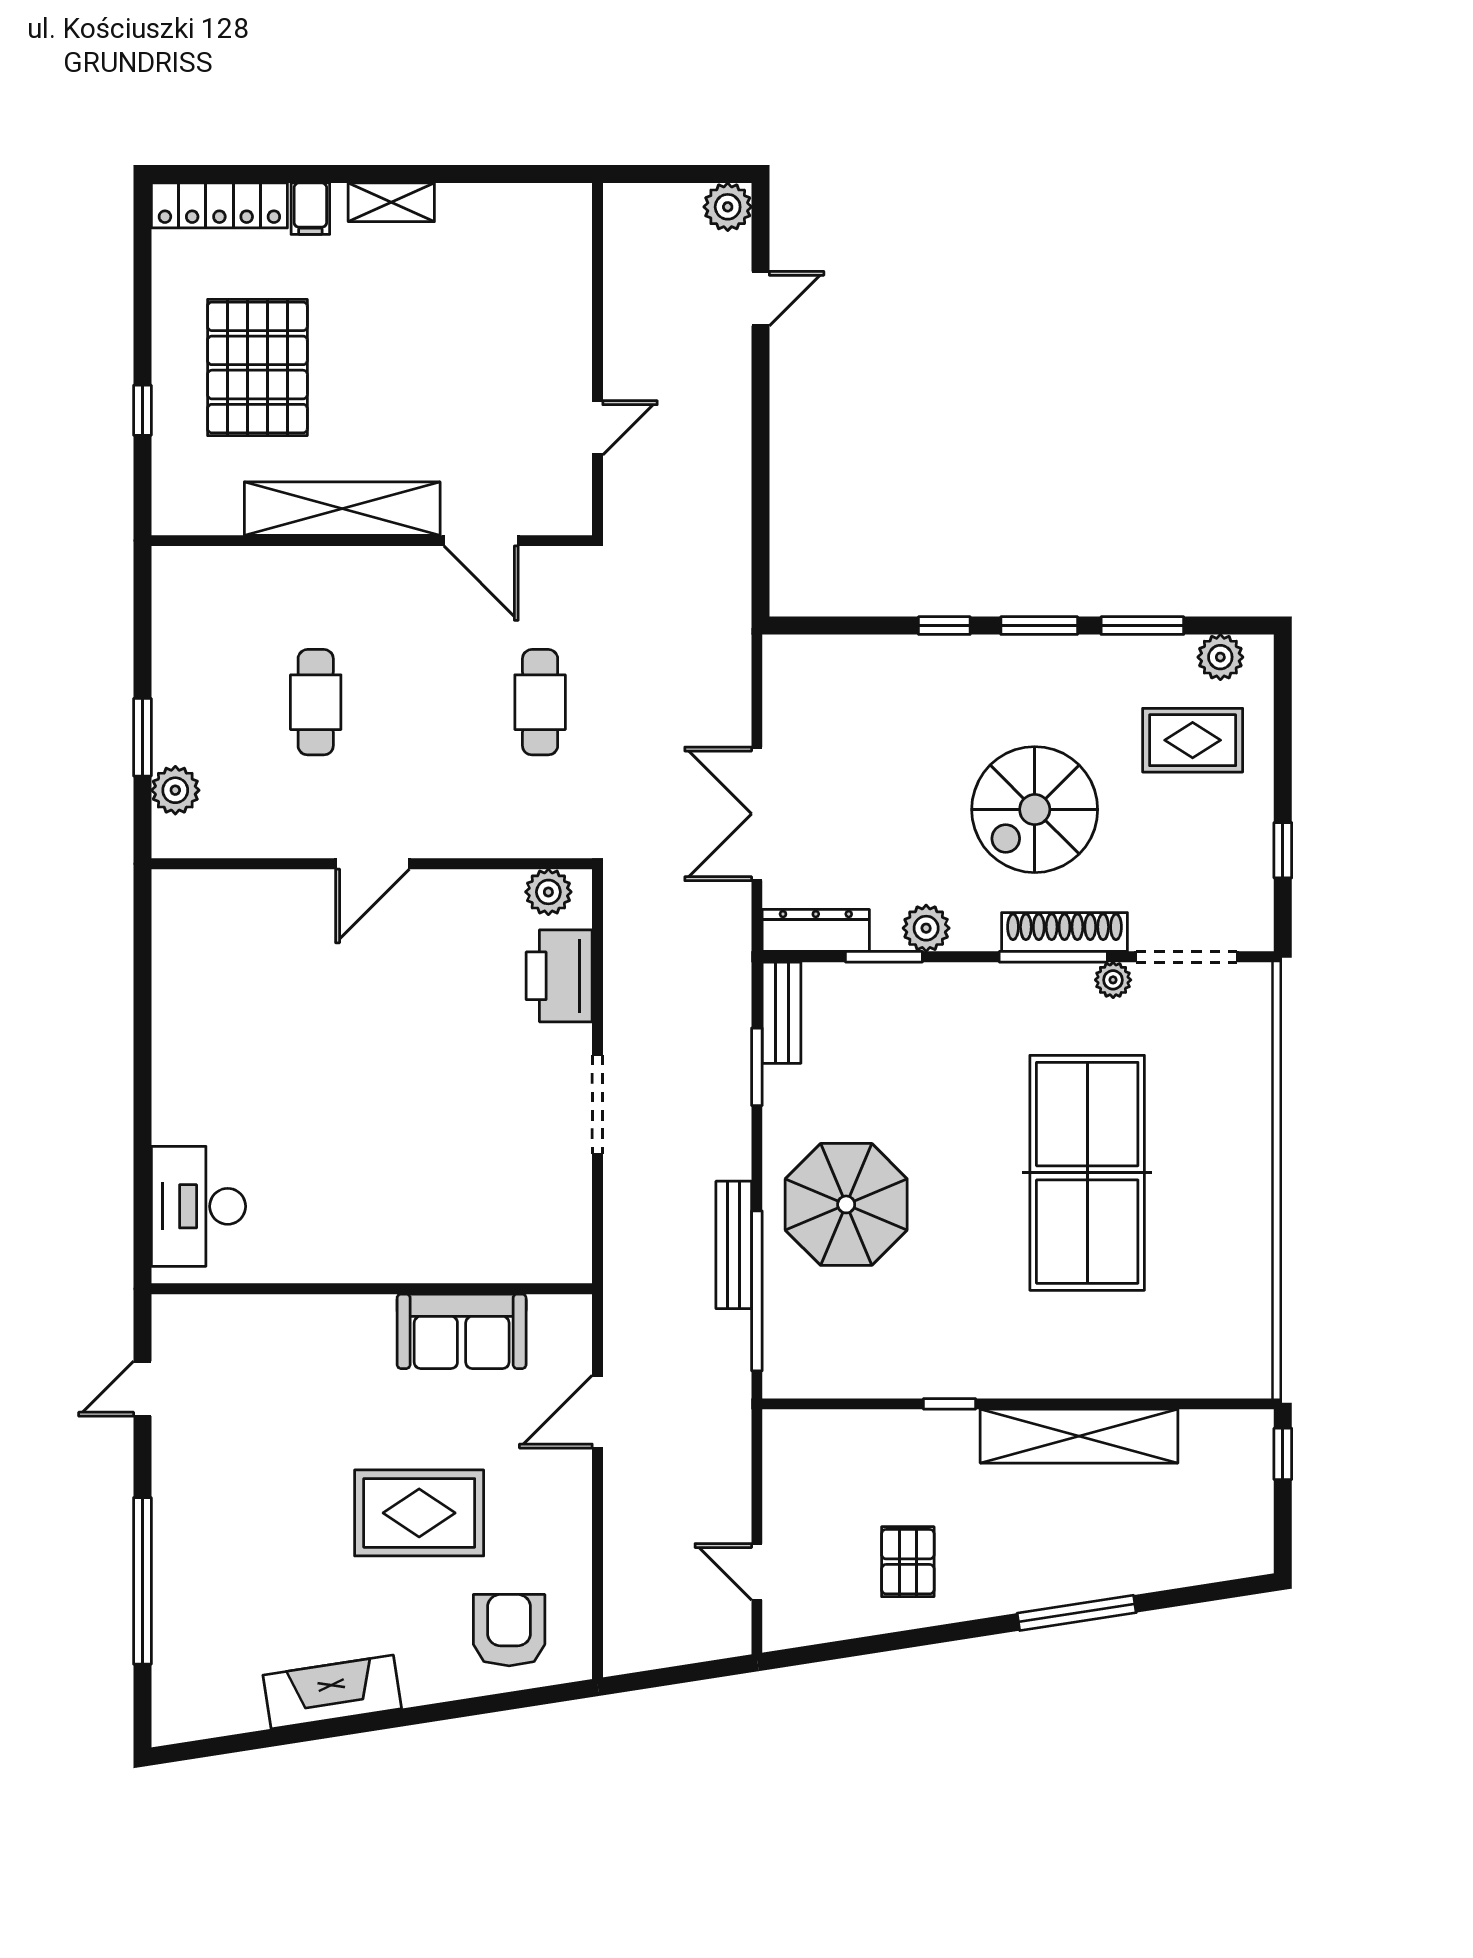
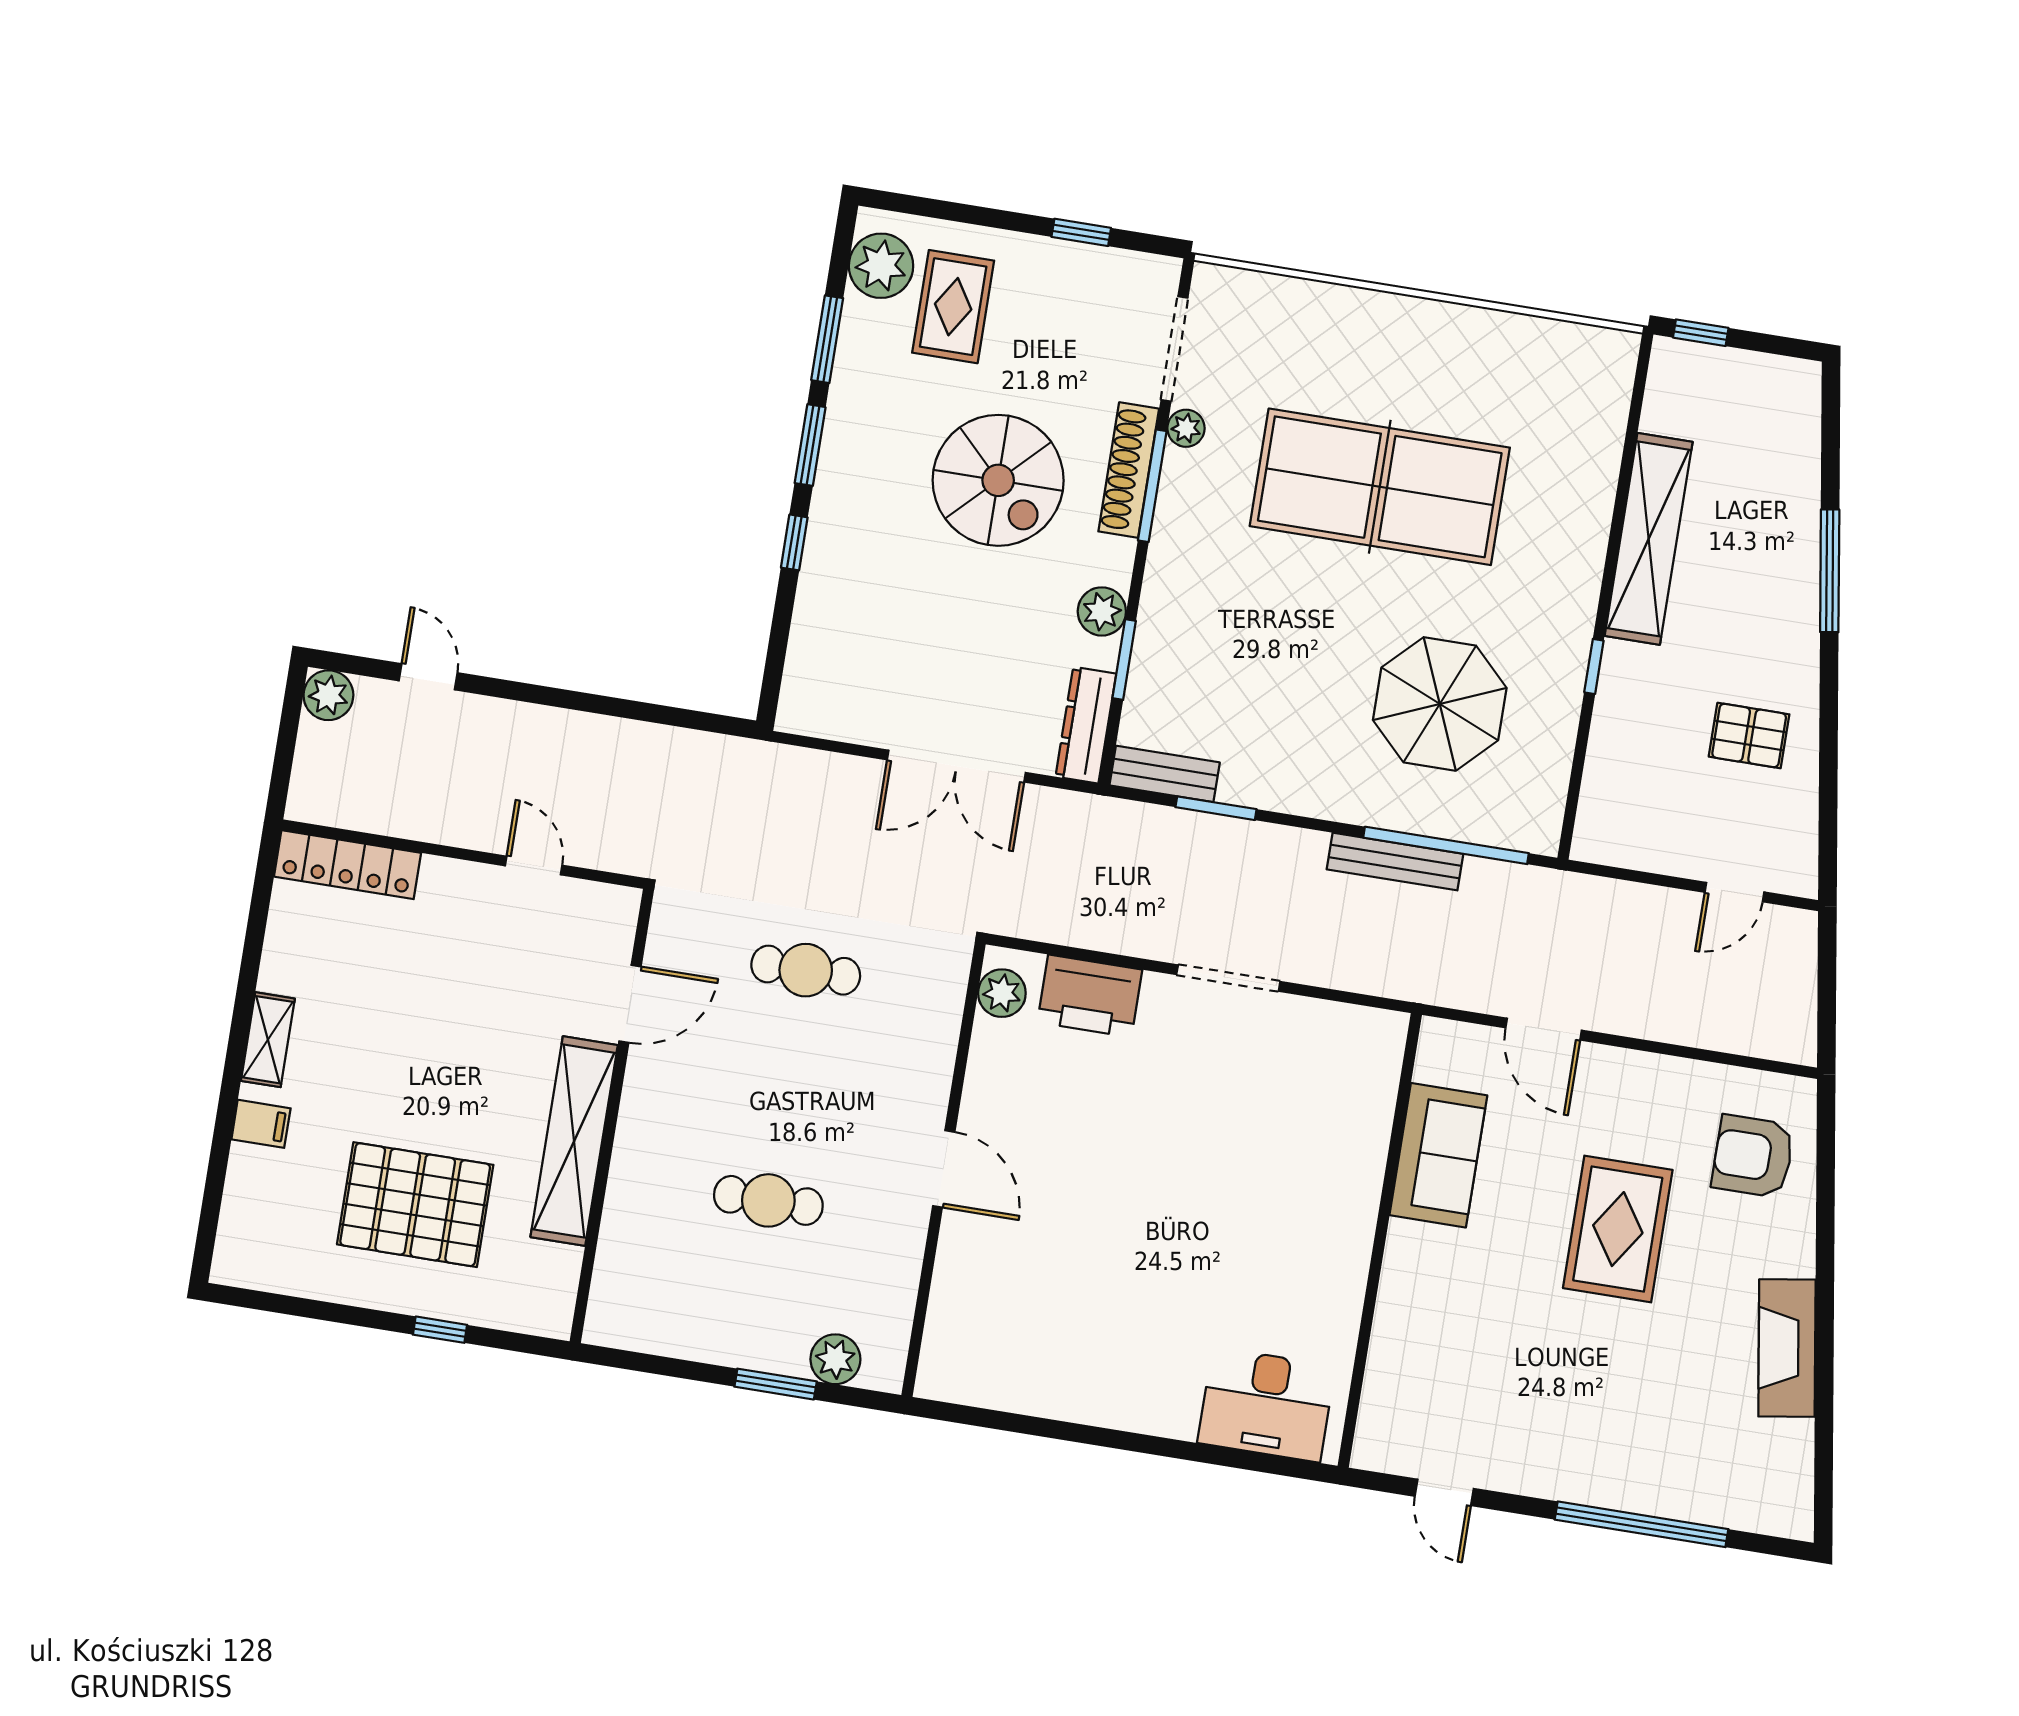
locker: (219, 205) -> (347, 865), moved, turned 90
plant: (1220, 657) -> (881, 266), width x1.36, depth x1.36
parasol: (846, 1204) -> (1440, 704), moved

